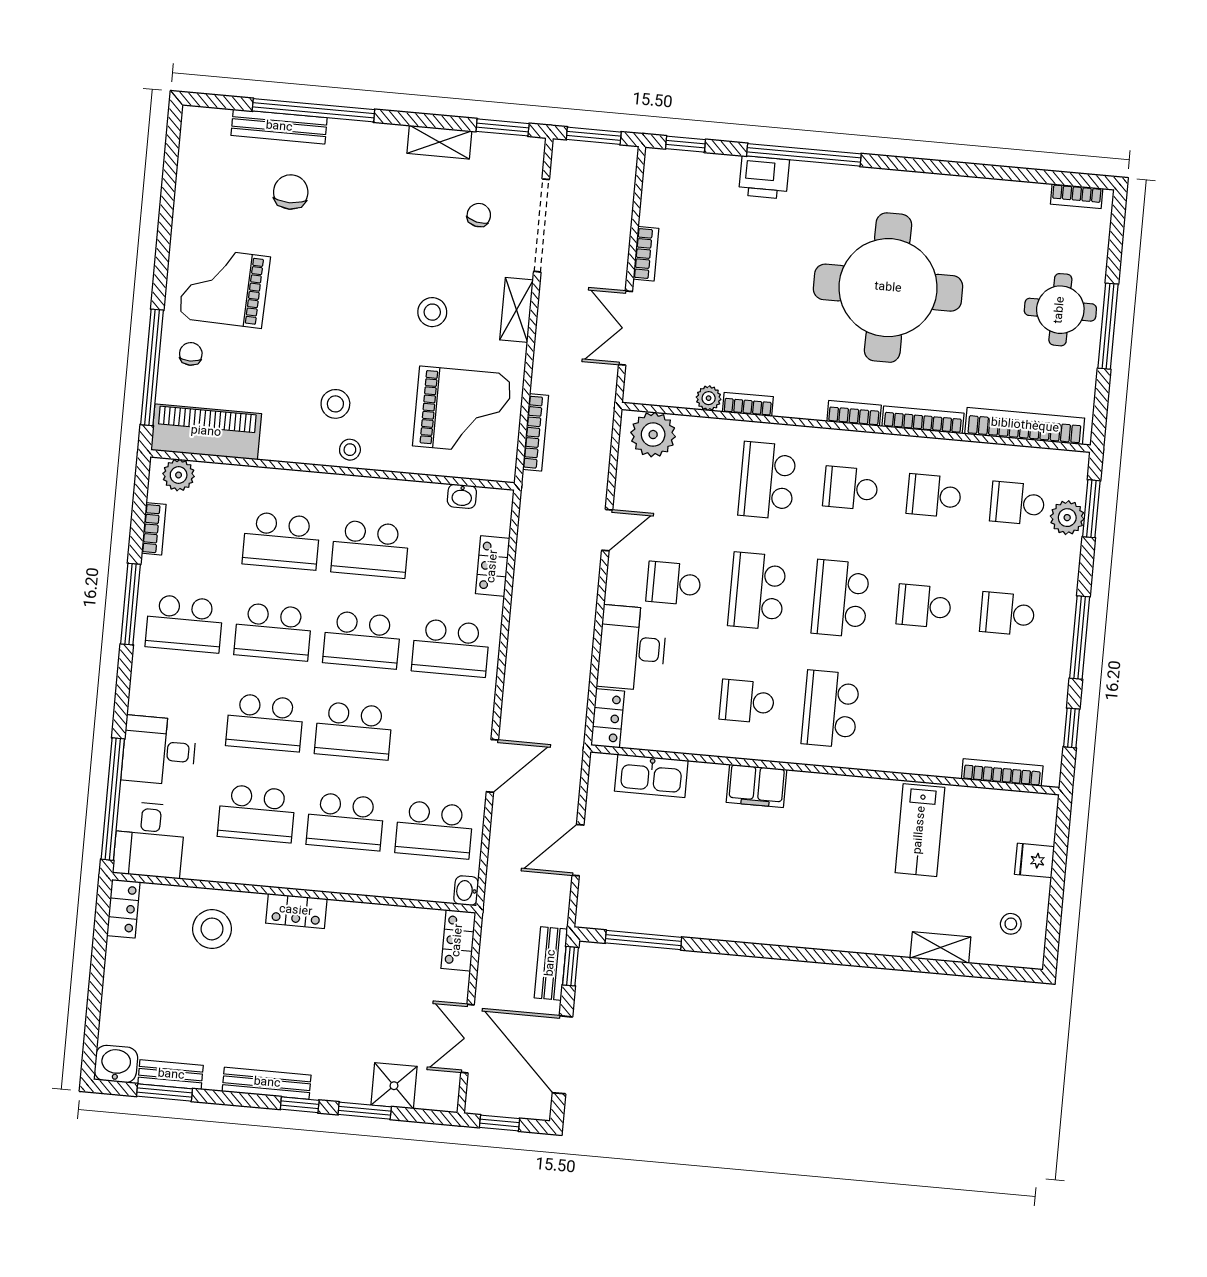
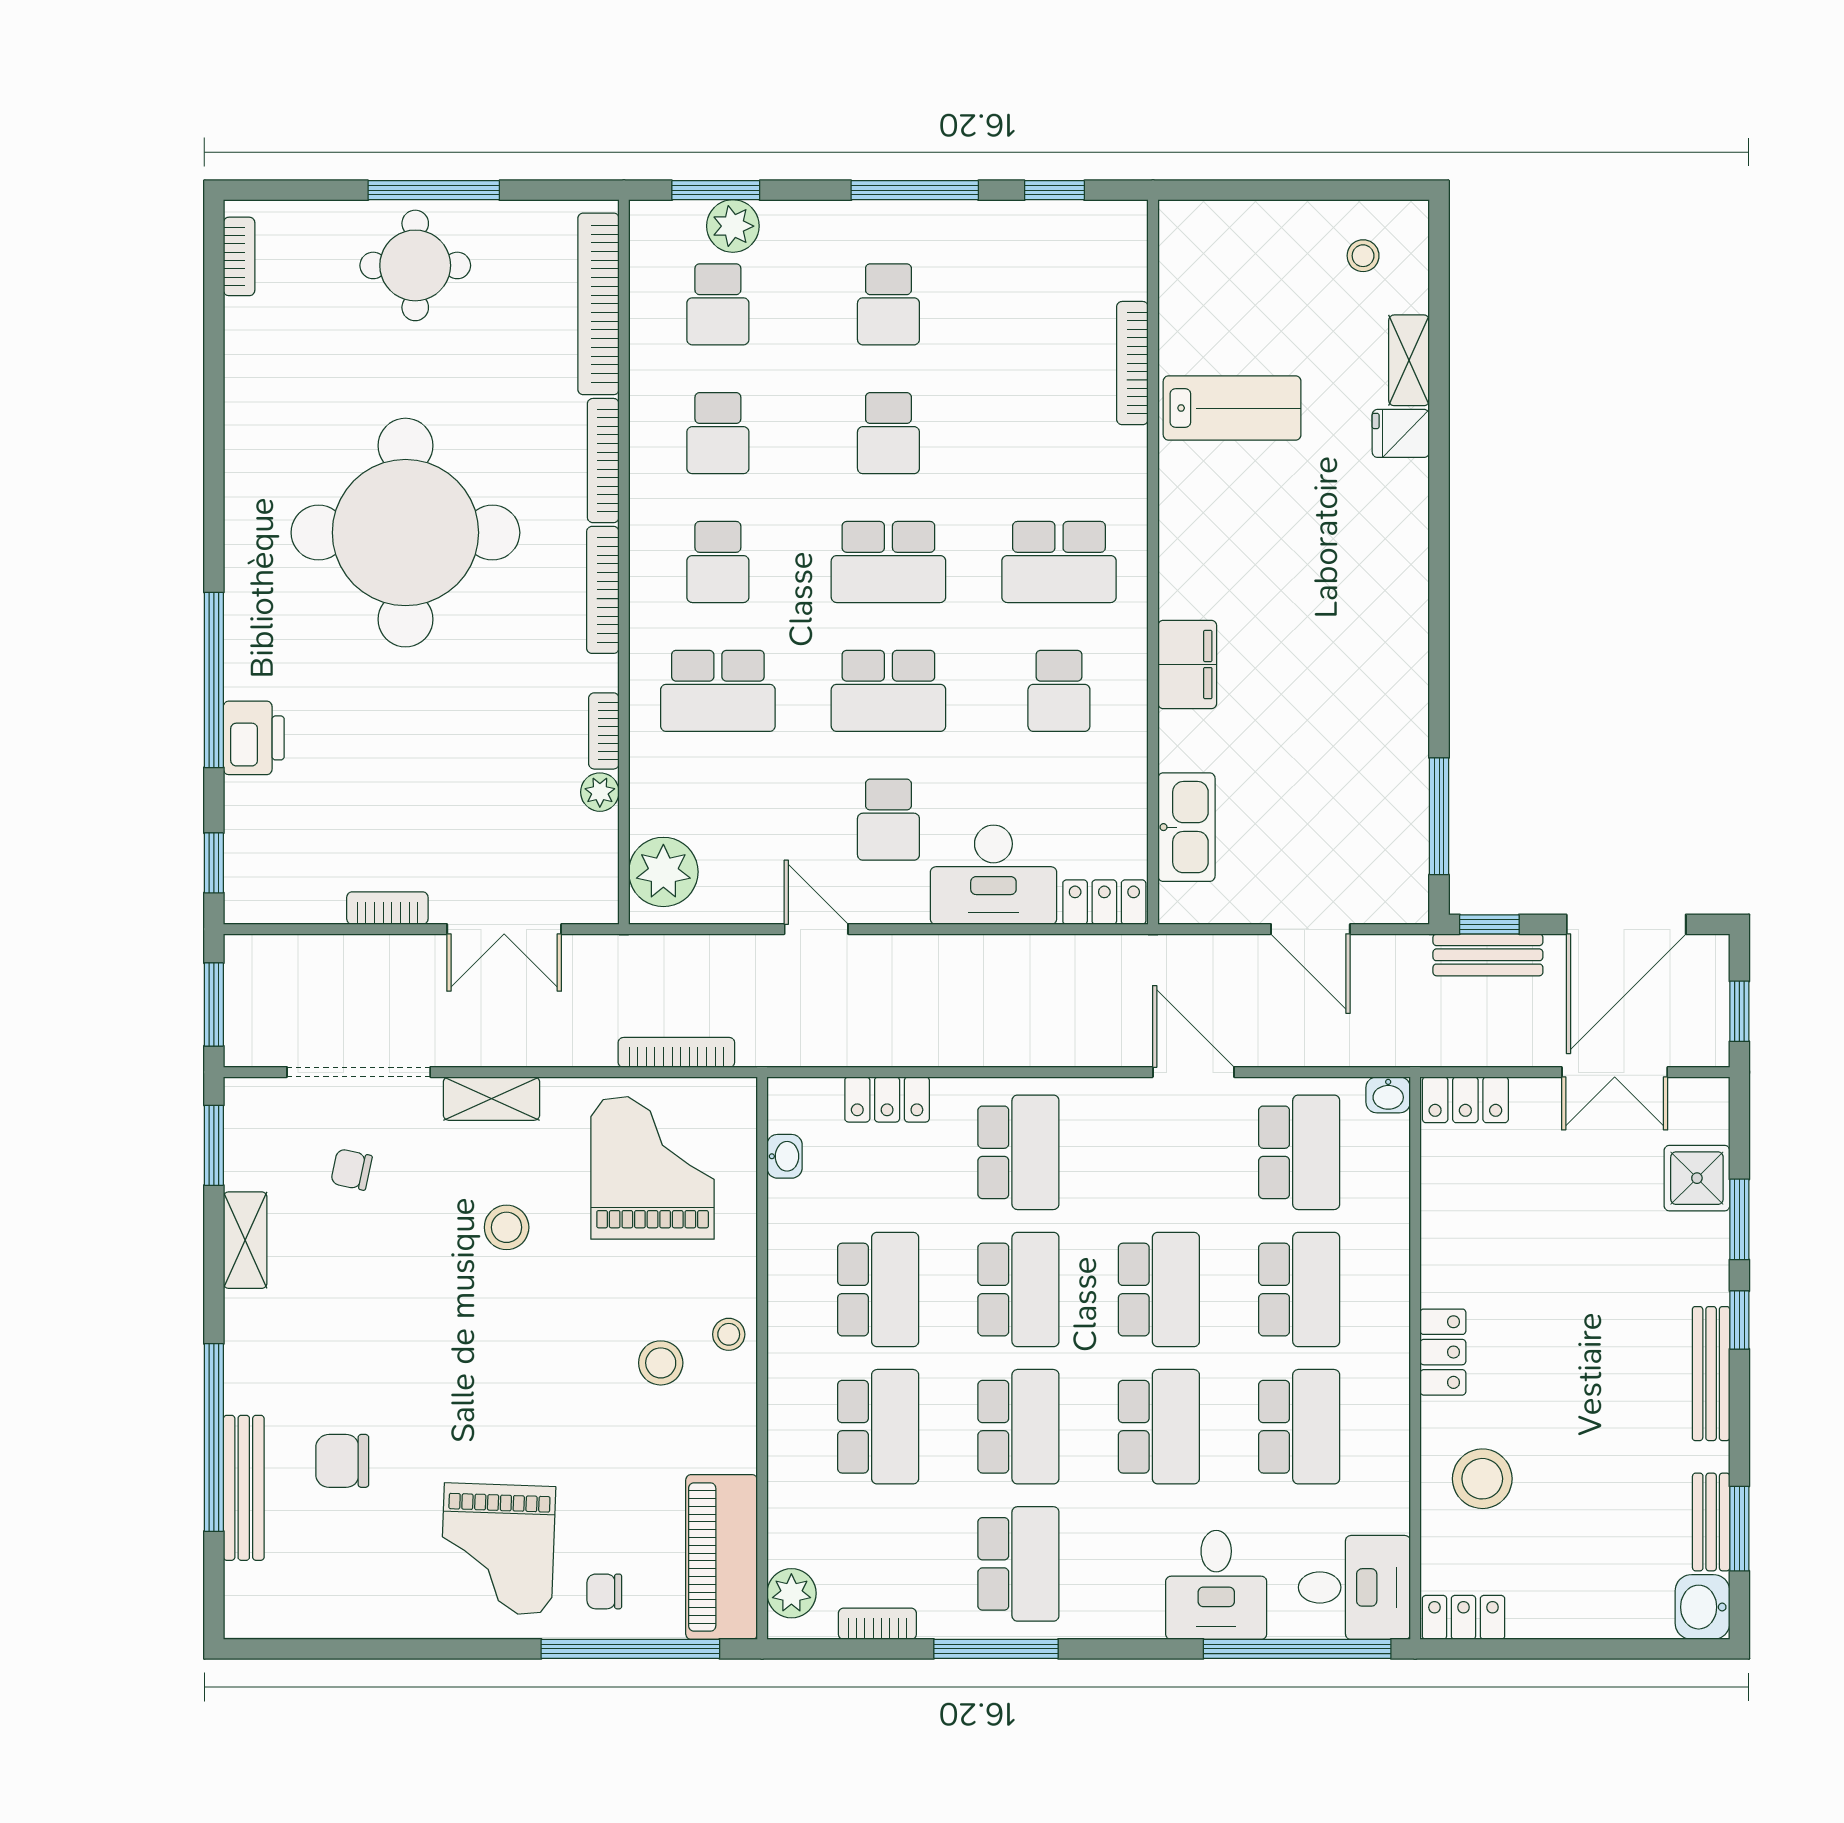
bookcase: (854, 413) -> (603, 590), width x1.56
bookcase: (1002, 773) -> (1132, 363), moved
fridge: (1034, 860) -> (1401, 433), moved, turned 90

